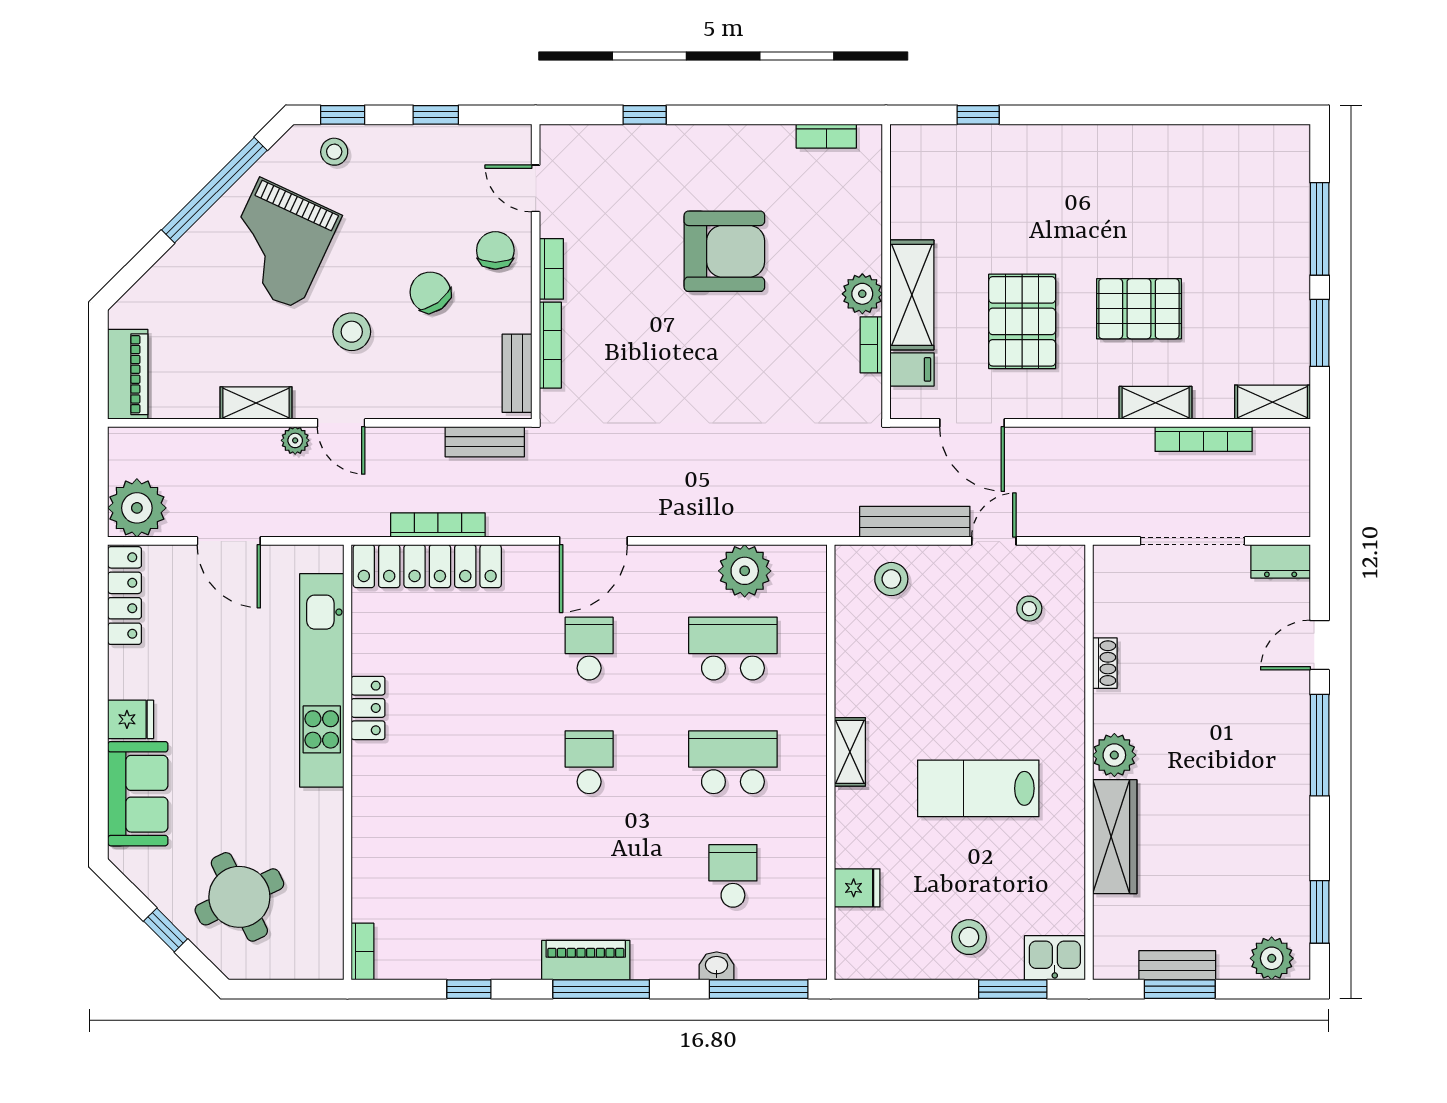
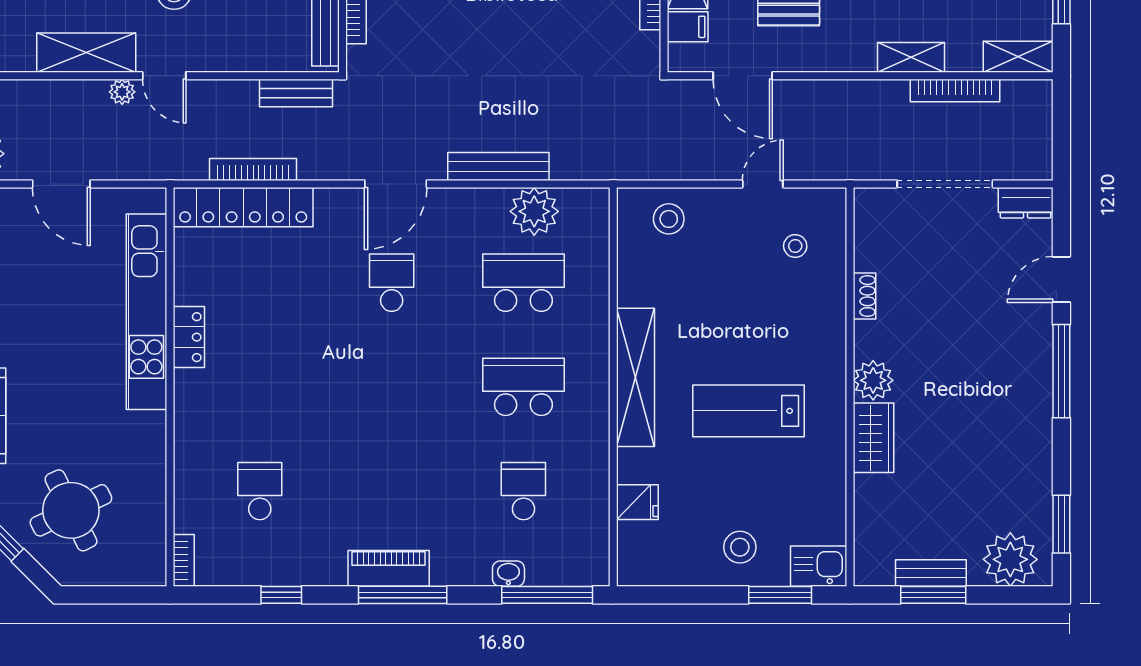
shelving: (256, 403) -> (86, 53), width x1.50, depth x1.33
bench: (915, 522) -> (498, 166), moved
shelving: (850, 752) -> (635, 377), width x2.20, depth x1.33
school desk: (589, 762) -> (260, 491), moved
wardrobe: (1115, 837) -> (874, 438), width x0.67
plant: (1272, 958) -> (1010, 559), width x1.36, depth x1.36

